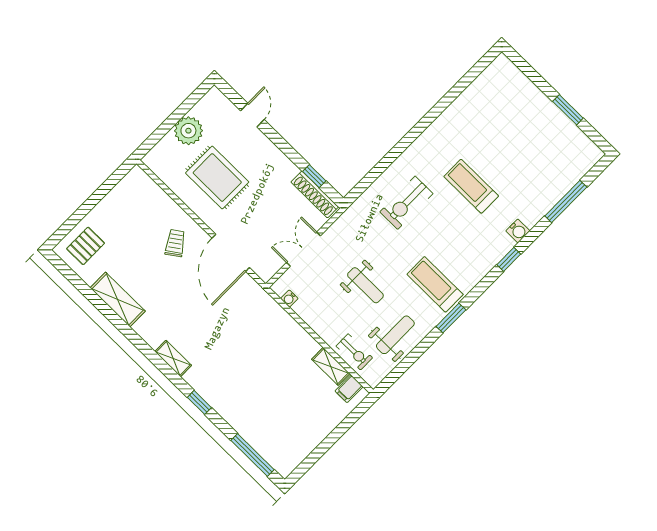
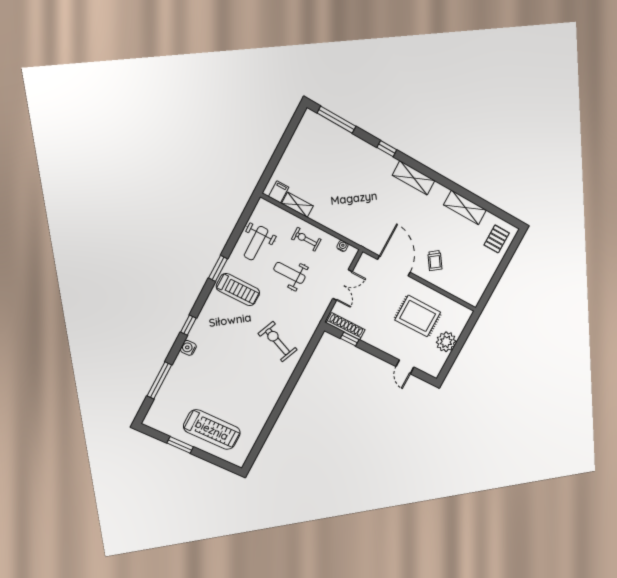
treadmill: (471, 186) -> (212, 430), moved, width x1.37, depth x1.38
exercise bike: (406, 203) -> (278, 342), turned -67
exercise bike: (354, 352) -> (306, 239), moved
shelving: (173, 359) -> (414, 178), width x1.50, depth x1.33

